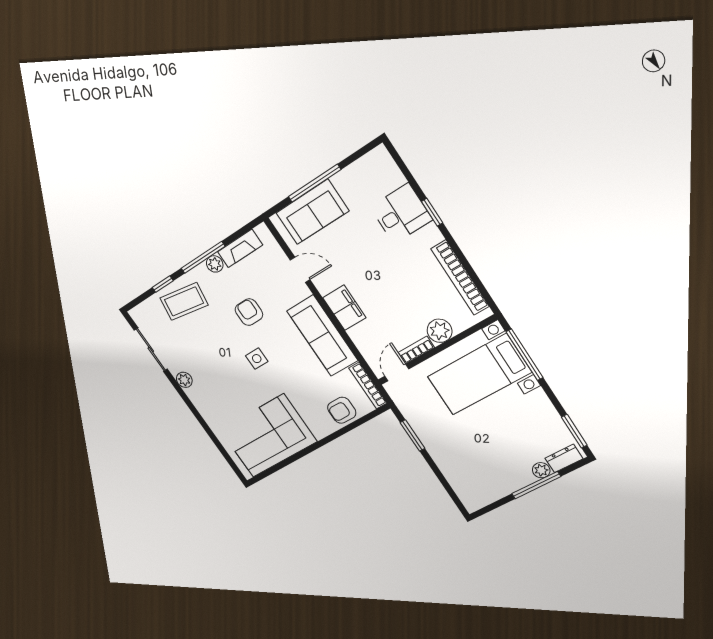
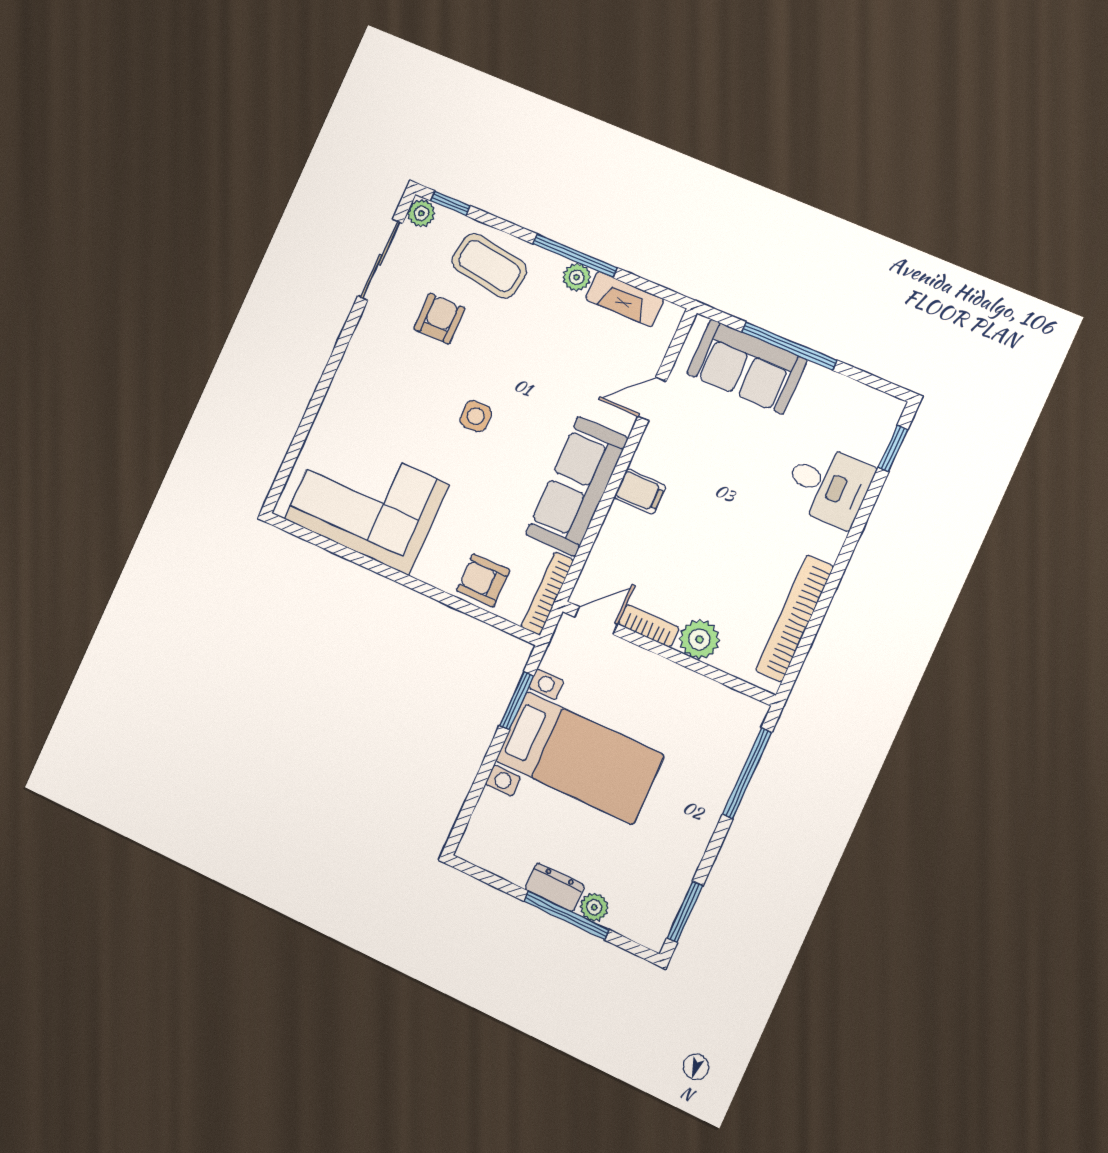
window: (432, 212) -> (893, 448), moved
door: (300, 270) -> (652, 399), swing flipped
window: (163, 284) -> (450, 203), moved
filing cabinet: (344, 308) -> (640, 492), width x0.50
armchair: (249, 312) -> (439, 319), moved
bed with nightstands: (479, 375) -> (580, 758), moved, turned 180
plant: (184, 380) -> (421, 213), moved
dresser: (564, 458) -> (555, 887), moved

